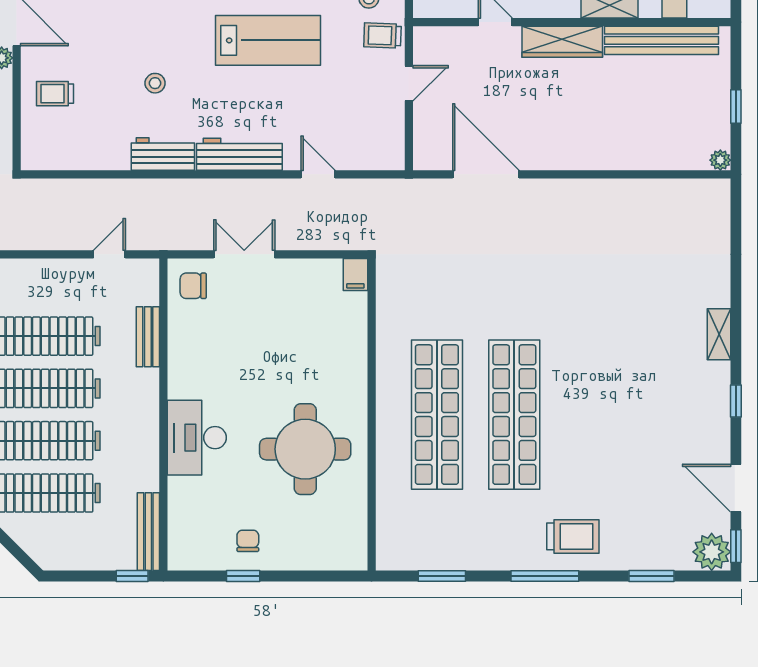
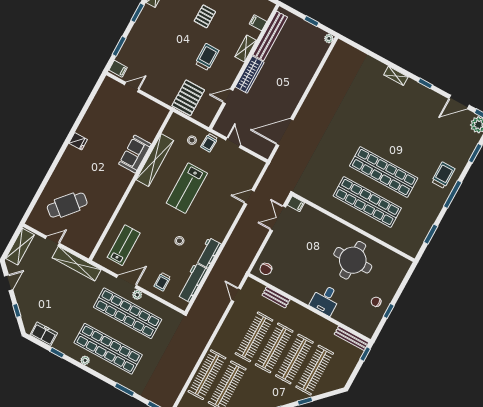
lab bench: (268, 40) -> (187, 188), turned 180
workbench: (239, 154) -> (192, 282), moved
double door: (244, 254) -> (278, 218), moved
desk: (197, 438) -> (325, 300), width x0.73

